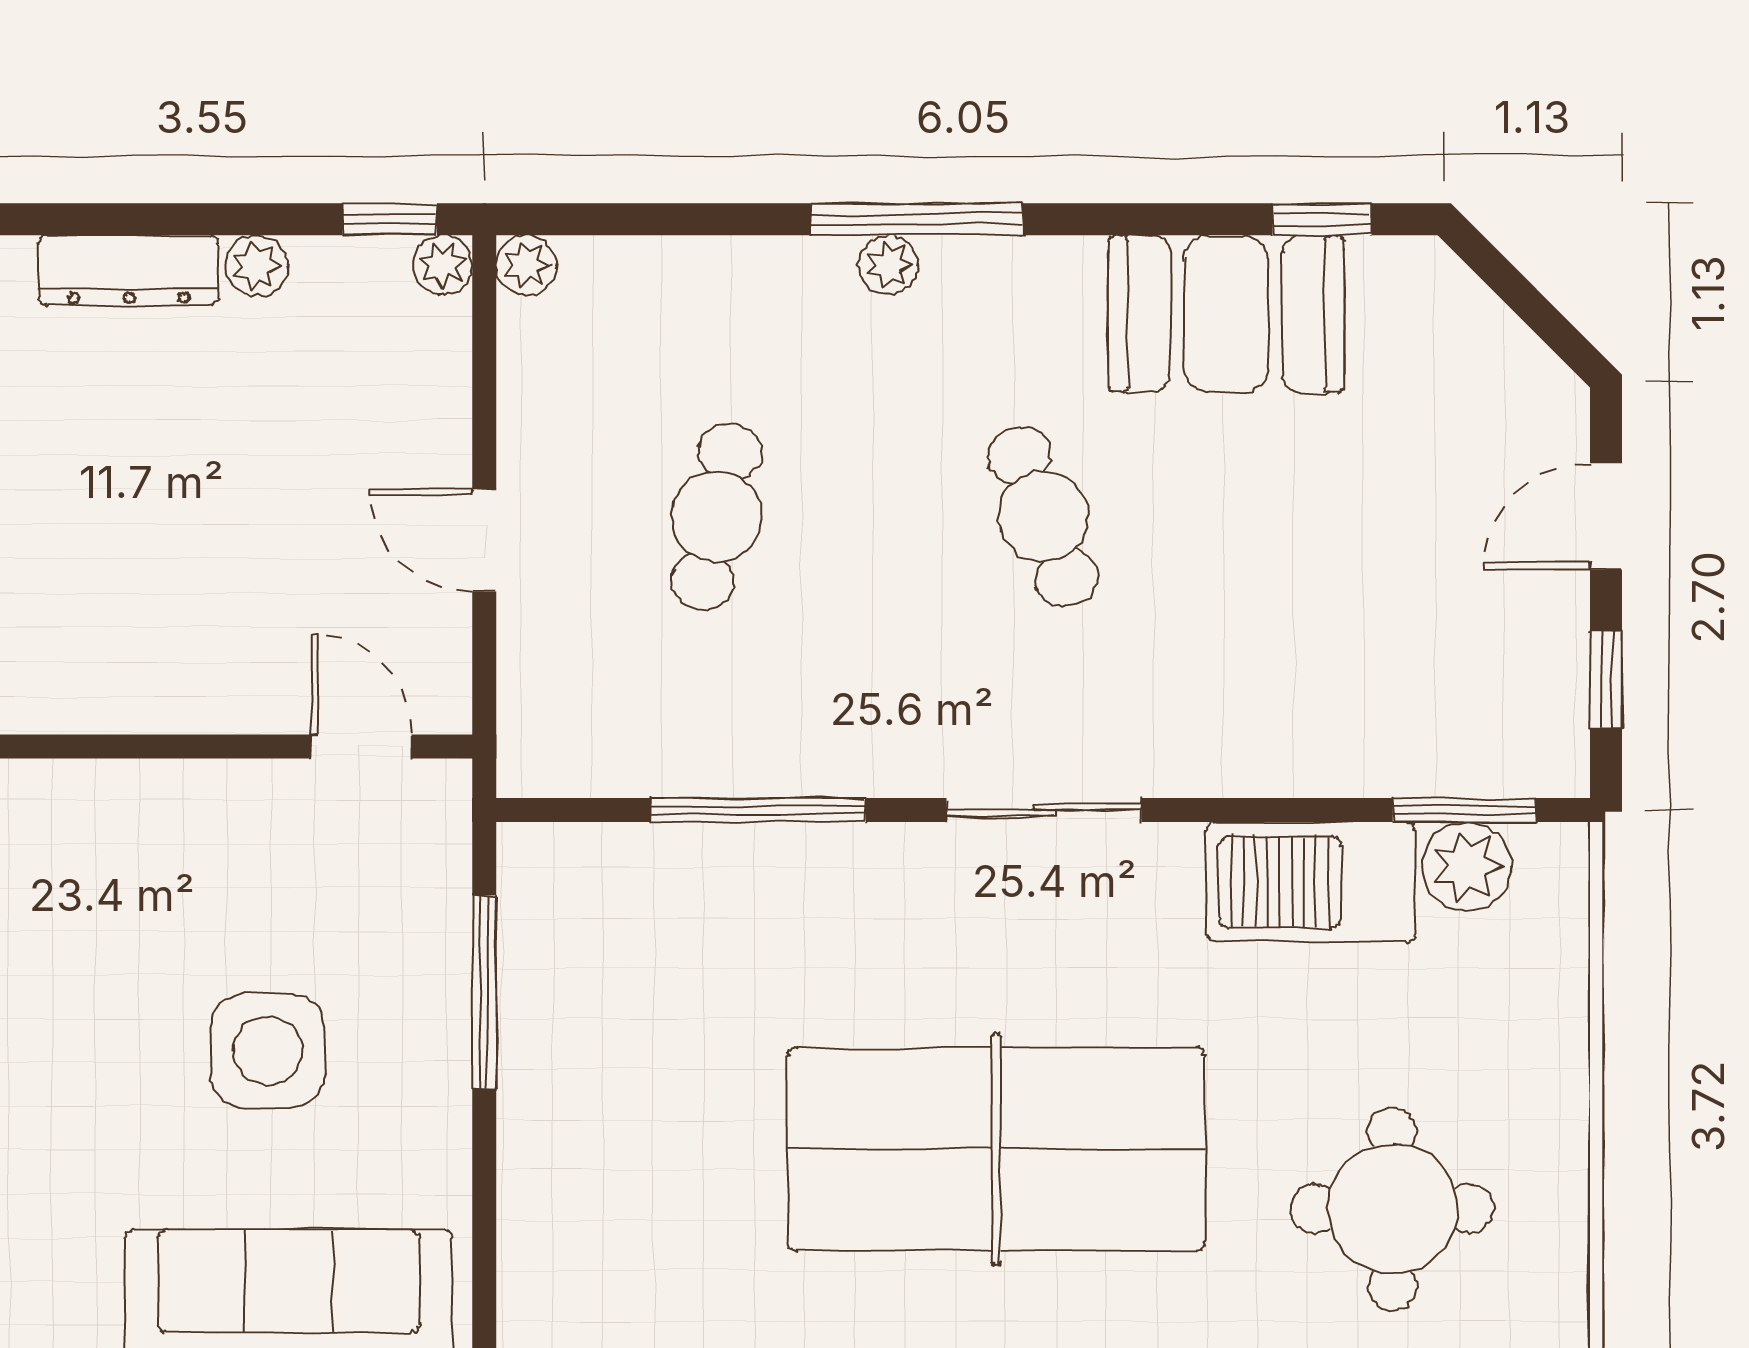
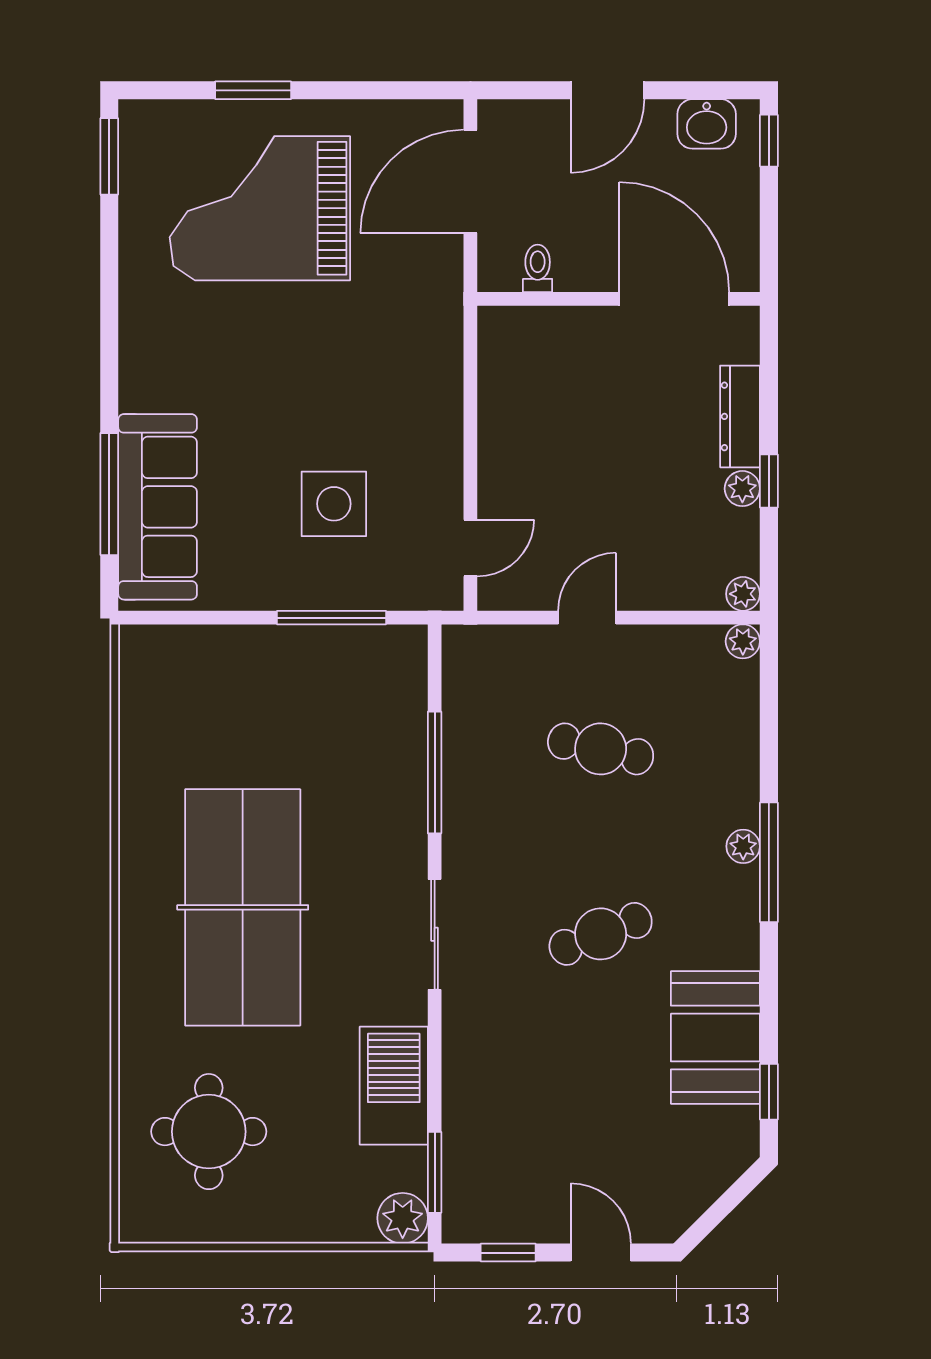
window: (390, 219) -> (769, 481), moved
plant: (1467, 867) -> (403, 1218), moved
side table: (268, 1051) -> (334, 504), moved

